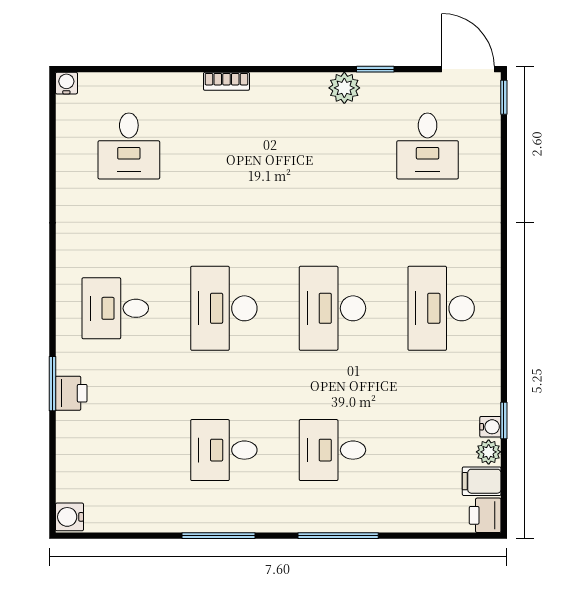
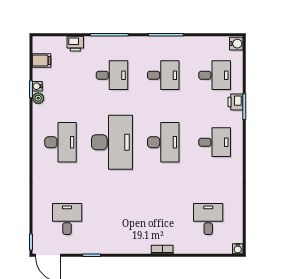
plant: (344, 88) -> (106, 246), removed
desk: (332, 308) -> (112, 142), width x1.36, depth x1.30
desk: (115, 450) -> (215, 75), added
plant: (489, 452) -> (38, 98), moved
printer: (485, 515) -> (75, 44), moved, turned 90

